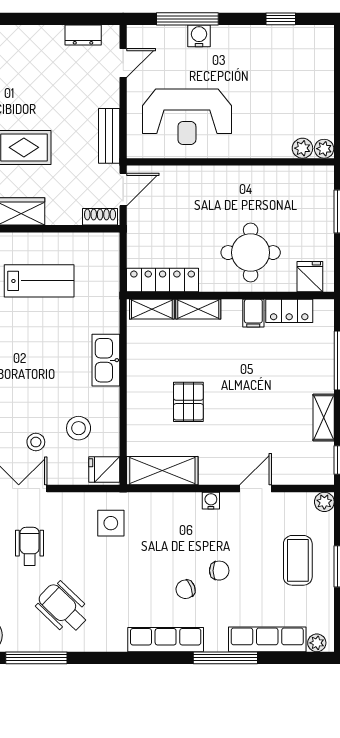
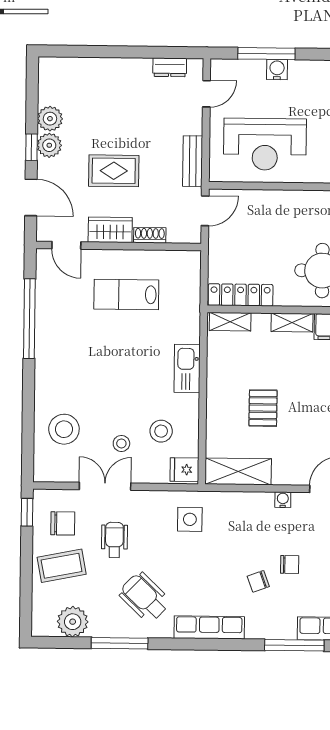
shoe rack: (100, 217) -> (150, 235), moved
lab bench: (39, 281) -> (126, 294), turned 180
shelving: (198, 309) -> (292, 323), moved
row of seats: (166, 640) -> (209, 627), moved

